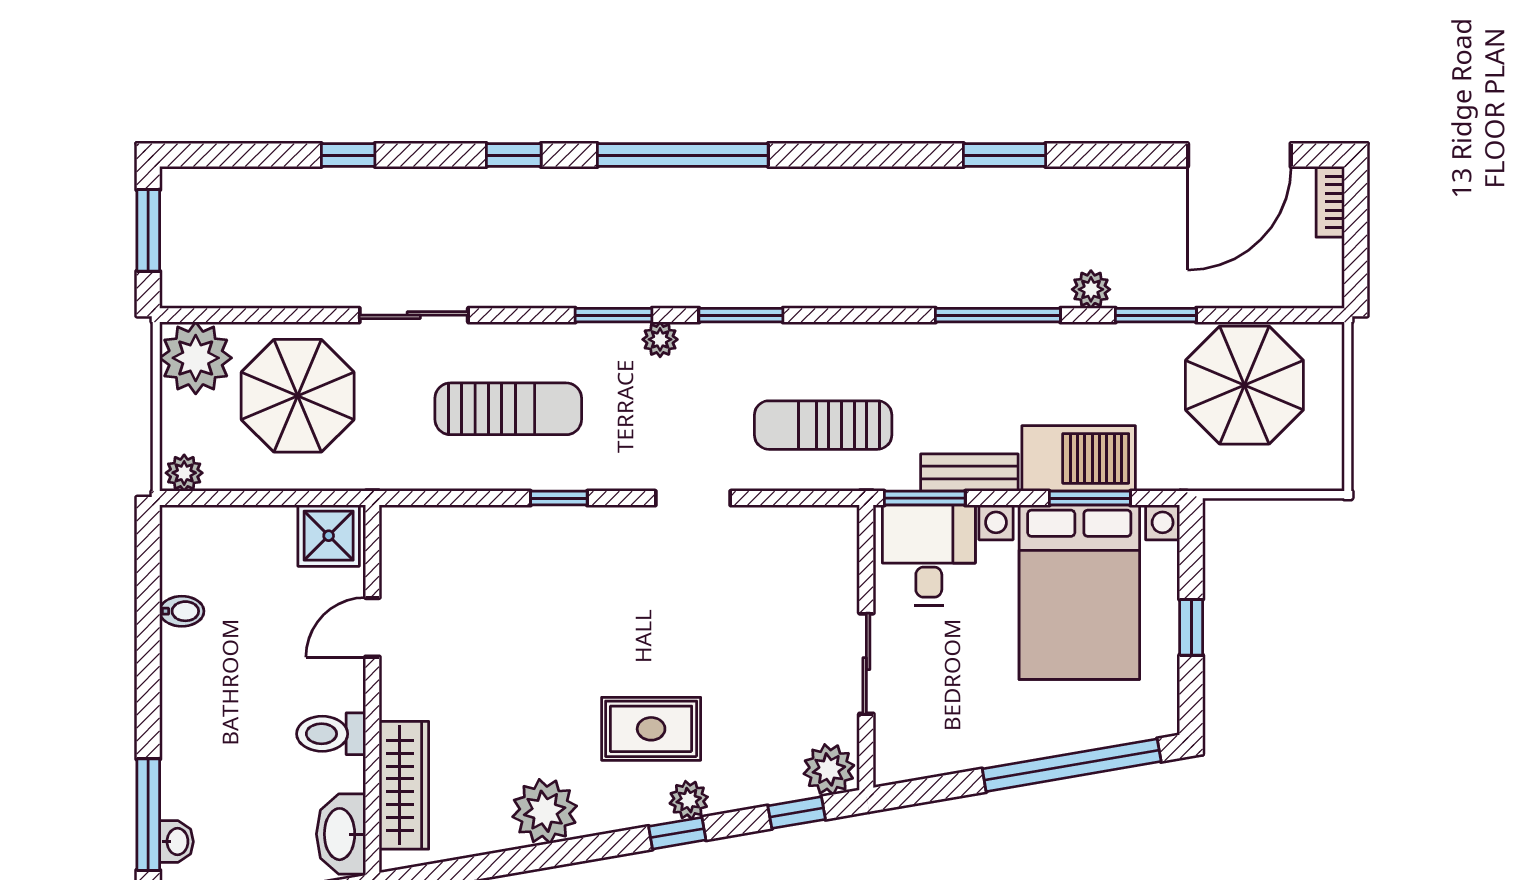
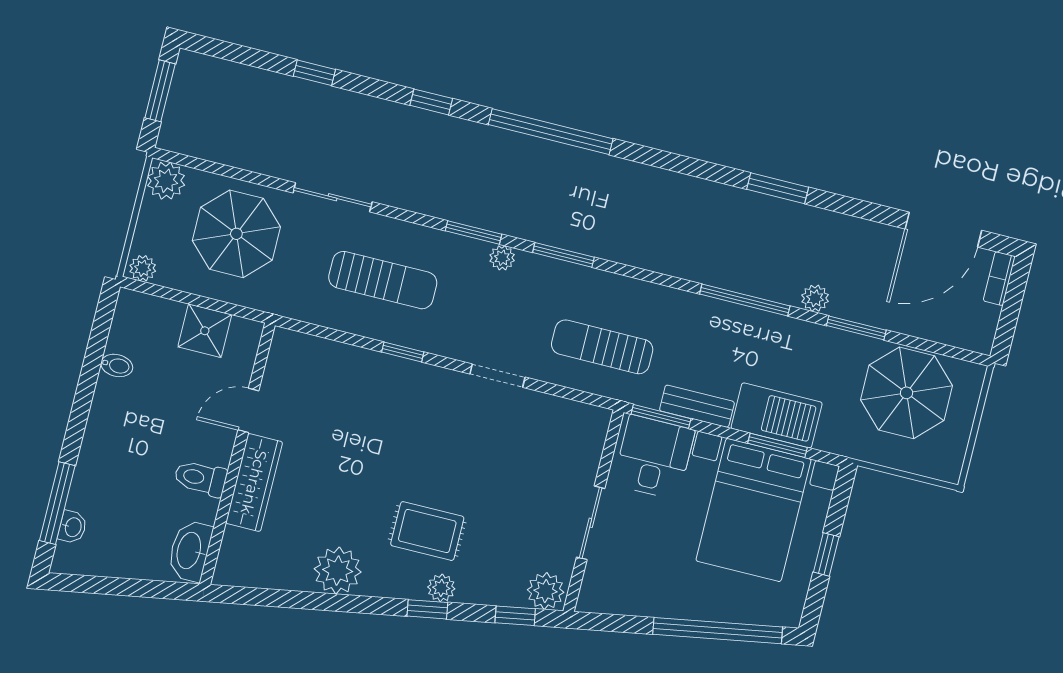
plant: (196, 358) -> (166, 181), width x0.73, depth x0.73
shower: (329, 536) -> (205, 331), moved
wardrobe: (404, 785) -> (254, 482), moved

